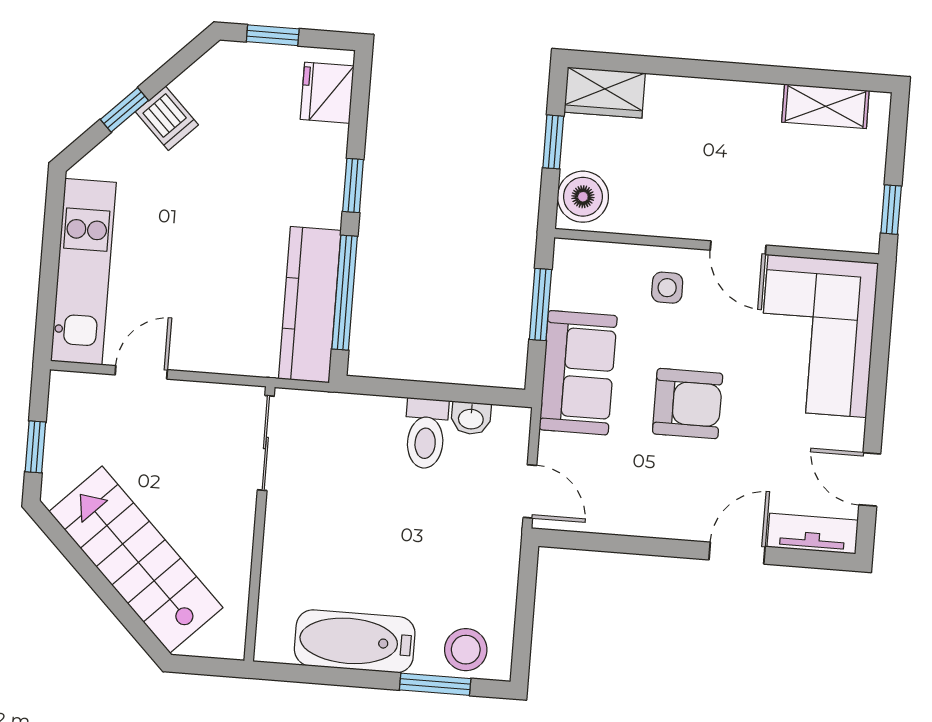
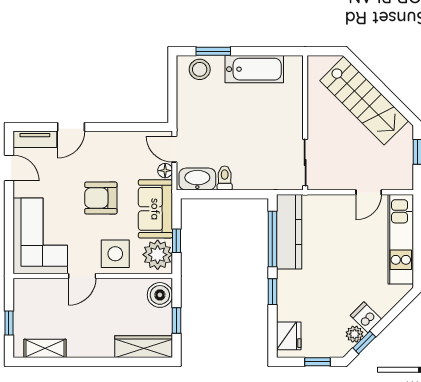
plant: (193, 86) -> (355, 334), added
wardrobe: (605, 93) -> (144, 347), width x1.50
window: (124, 110) -> (364, 342), moved
window: (891, 210) -> (9, 323), moved
door: (738, 248) -> (82, 276), swing flipped
plant: (581, 279) -> (158, 255), added
side table: (667, 288) -> (115, 254), width x1.87, depth x1.87
window: (540, 304) -> (176, 241), width x0.67
washbasin: (471, 418) -> (197, 179), width x1.91, depth x1.45
toilet: (426, 434) -> (225, 178), width x0.73, depth x0.72
floor lamp: (552, 449) -> (165, 171), added

